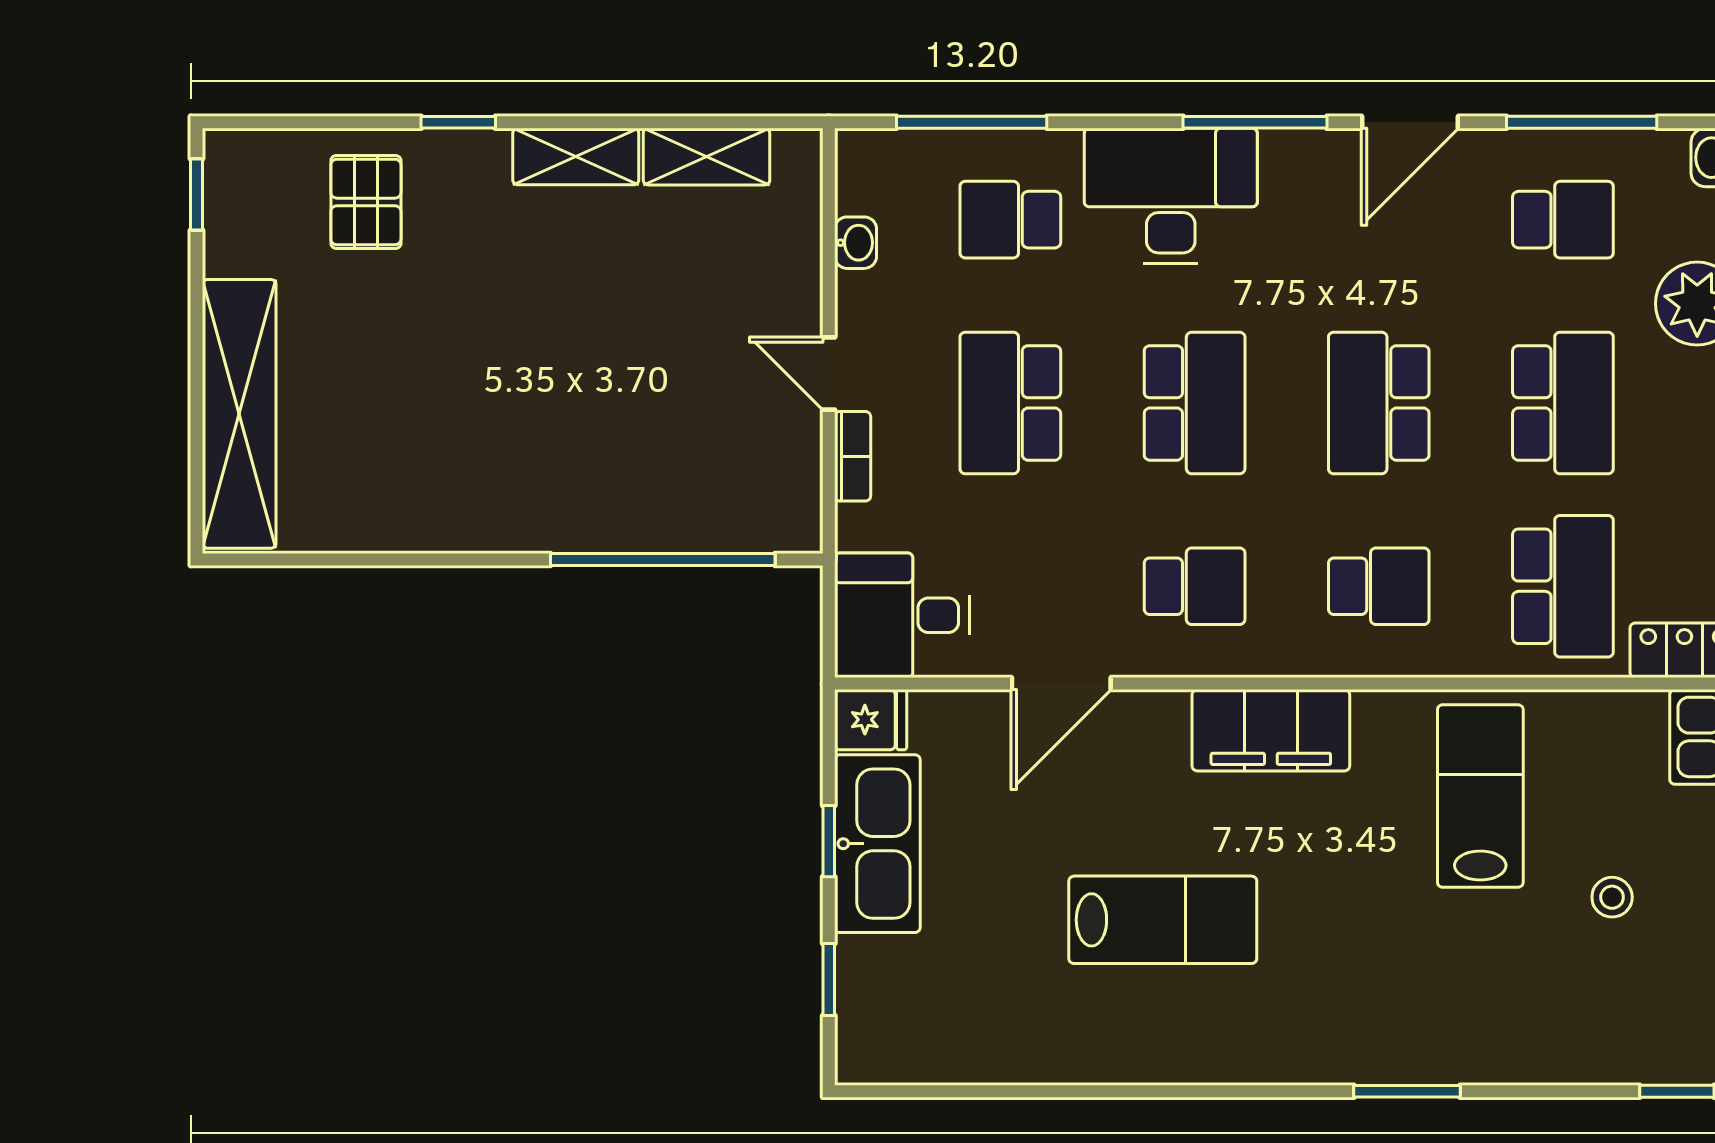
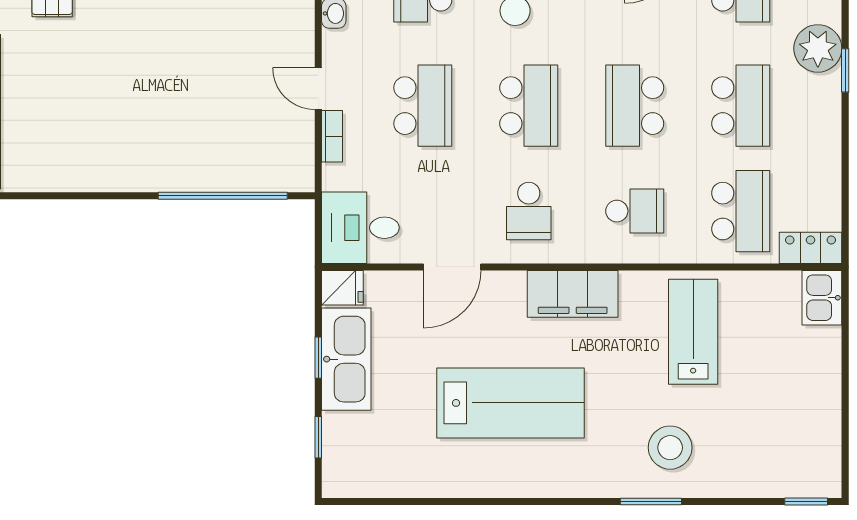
school desk: (1010, 403) -> (423, 106), turned 180
school desk: (1195, 586) -> (529, 211), turned 90
stool: (1612, 897) -> (670, 448), moved, width x1.89, depth x1.89
lab bench: (1163, 920) -> (510, 403), width x1.36, depth x1.39

